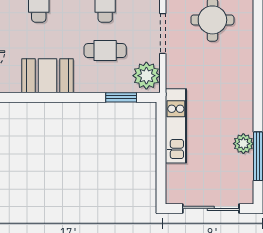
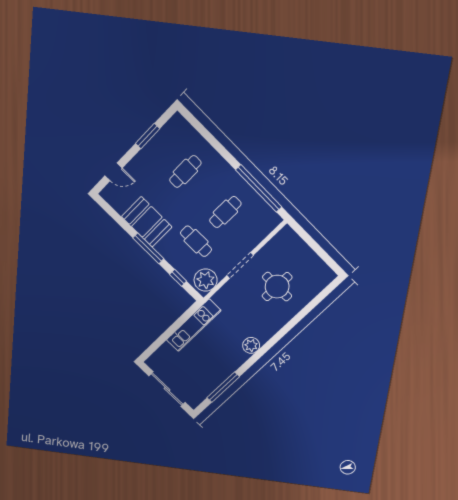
window: (71, 97) -> (148, 248), added
window: (121, 97) -> (178, 278), width x0.67
plant: (243, 144) -> (251, 345), moved

